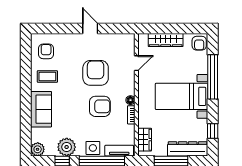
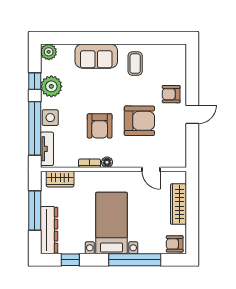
armchair: (46, 51) -> (171, 94), moved, turned 180

